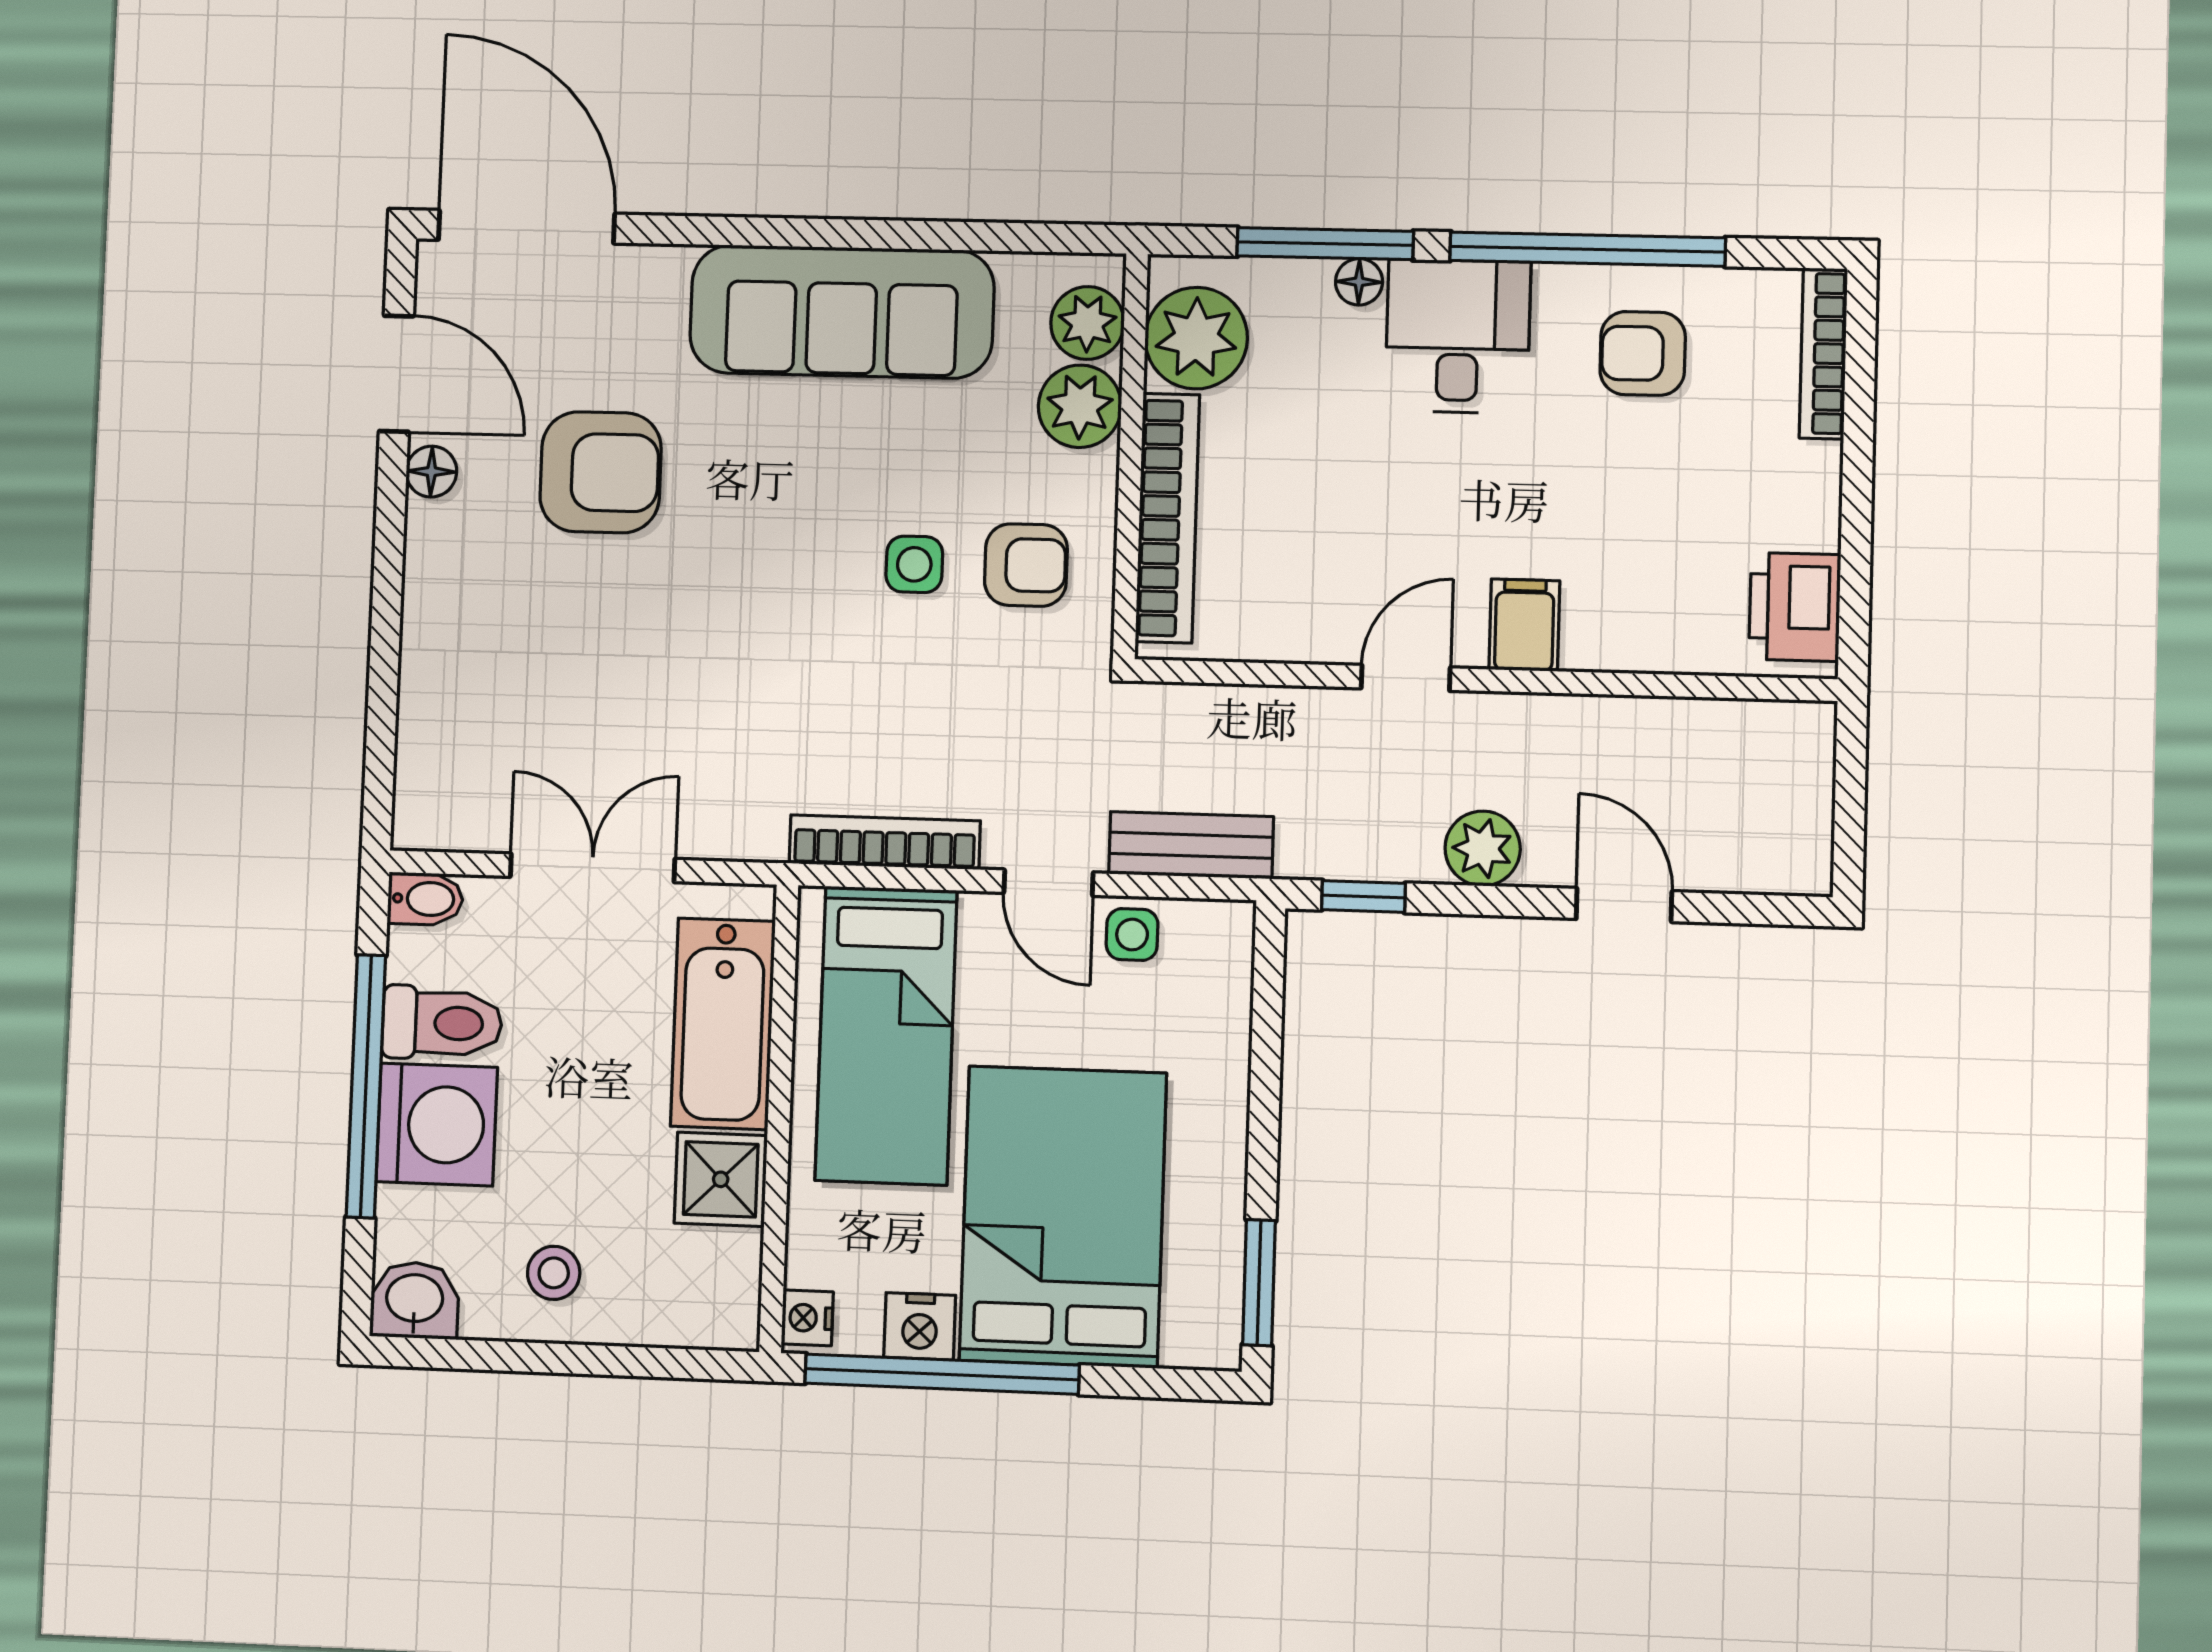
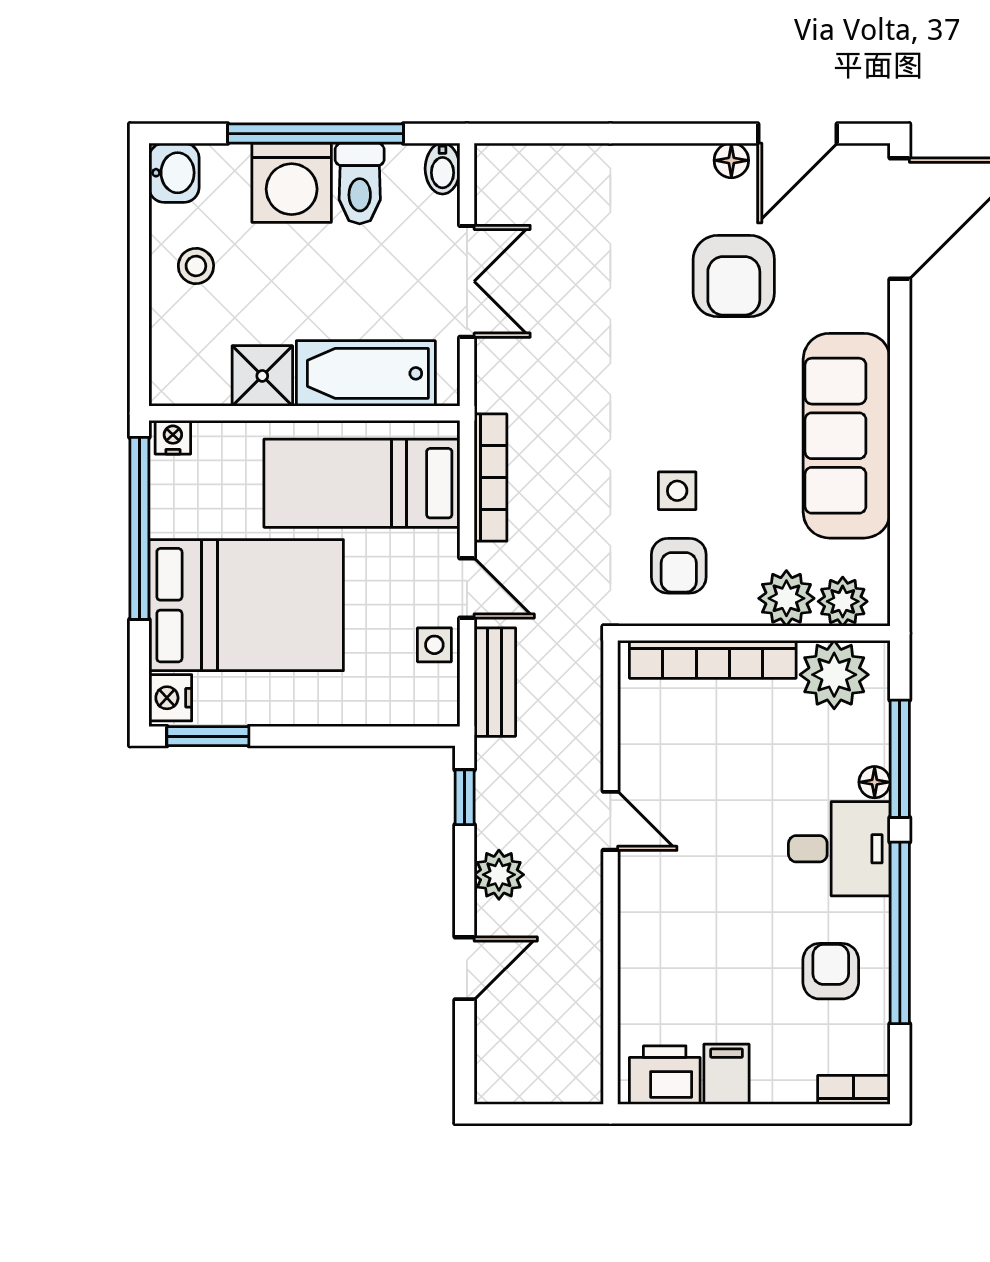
bookcase: (1823, 353) -> (854, 1090), width x0.64
filing cabinet: (1524, 625) -> (727, 1074), moved, turned -90
door: (1048, 883) -> (467, 588), swing flipped
nightstand: (920, 1326) -> (170, 698), moved

